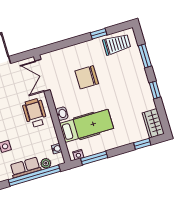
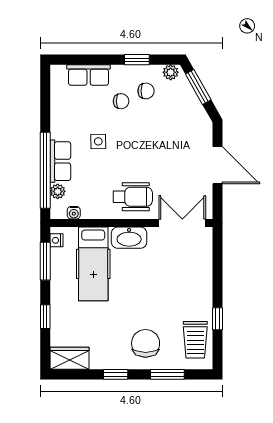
chair: (87, 77) -> (146, 343), moved
washbasin: (62, 114) -> (129, 238), width x1.91, depth x1.45
window: (142, 144) -> (45, 317), moved

